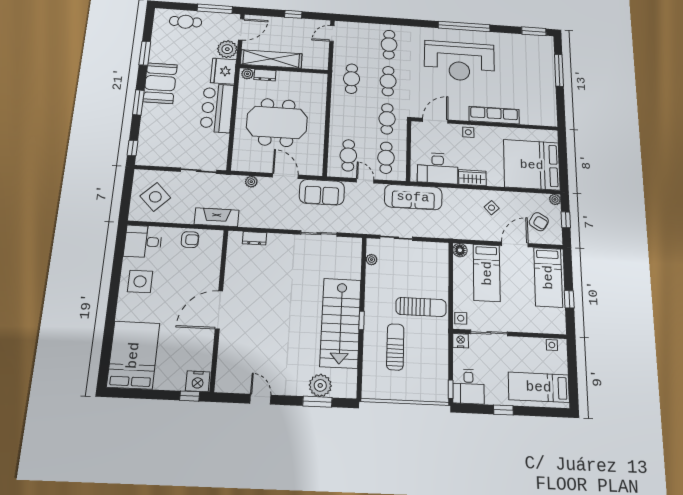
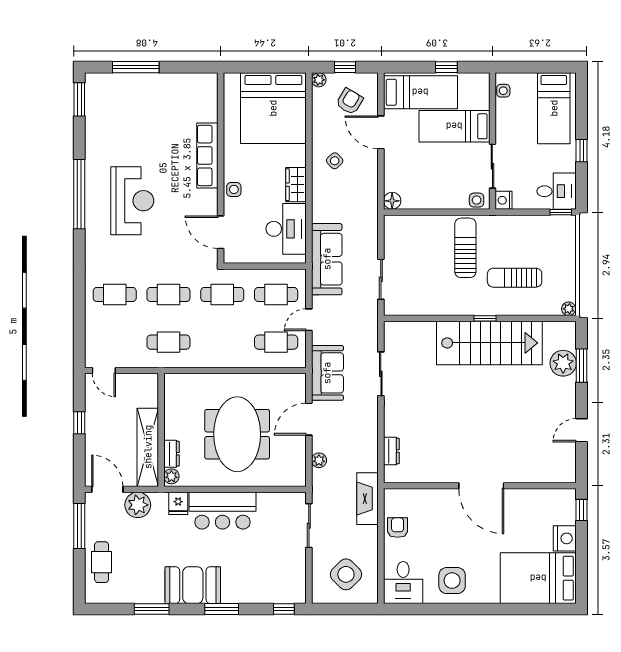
reception desk: (459, 61) -> (132, 201), width x0.74, depth x0.77
fridge: (223, 71) -> (178, 503), width x0.53, depth x0.75
plant: (372, 260) -> (569, 309), moved
bed: (487, 273) -> (454, 126), moved, turned 180
nightstand: (198, 381) -> (565, 538), moved

